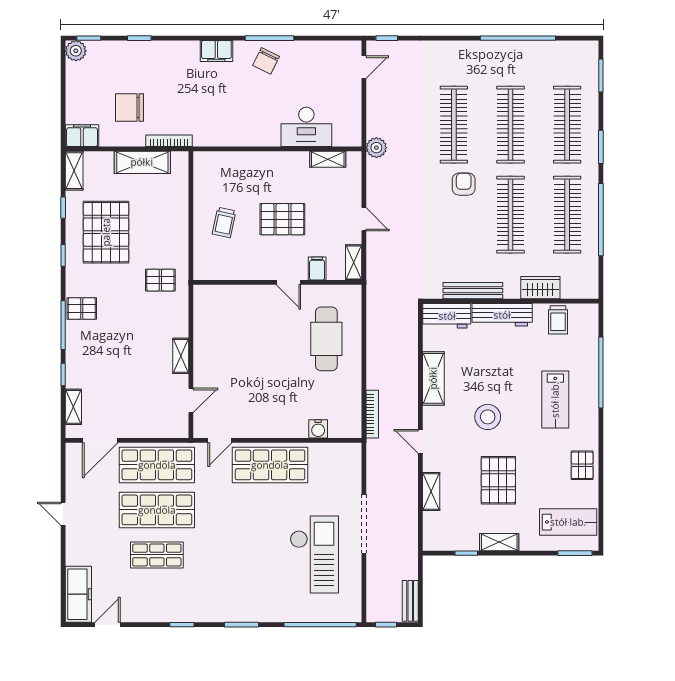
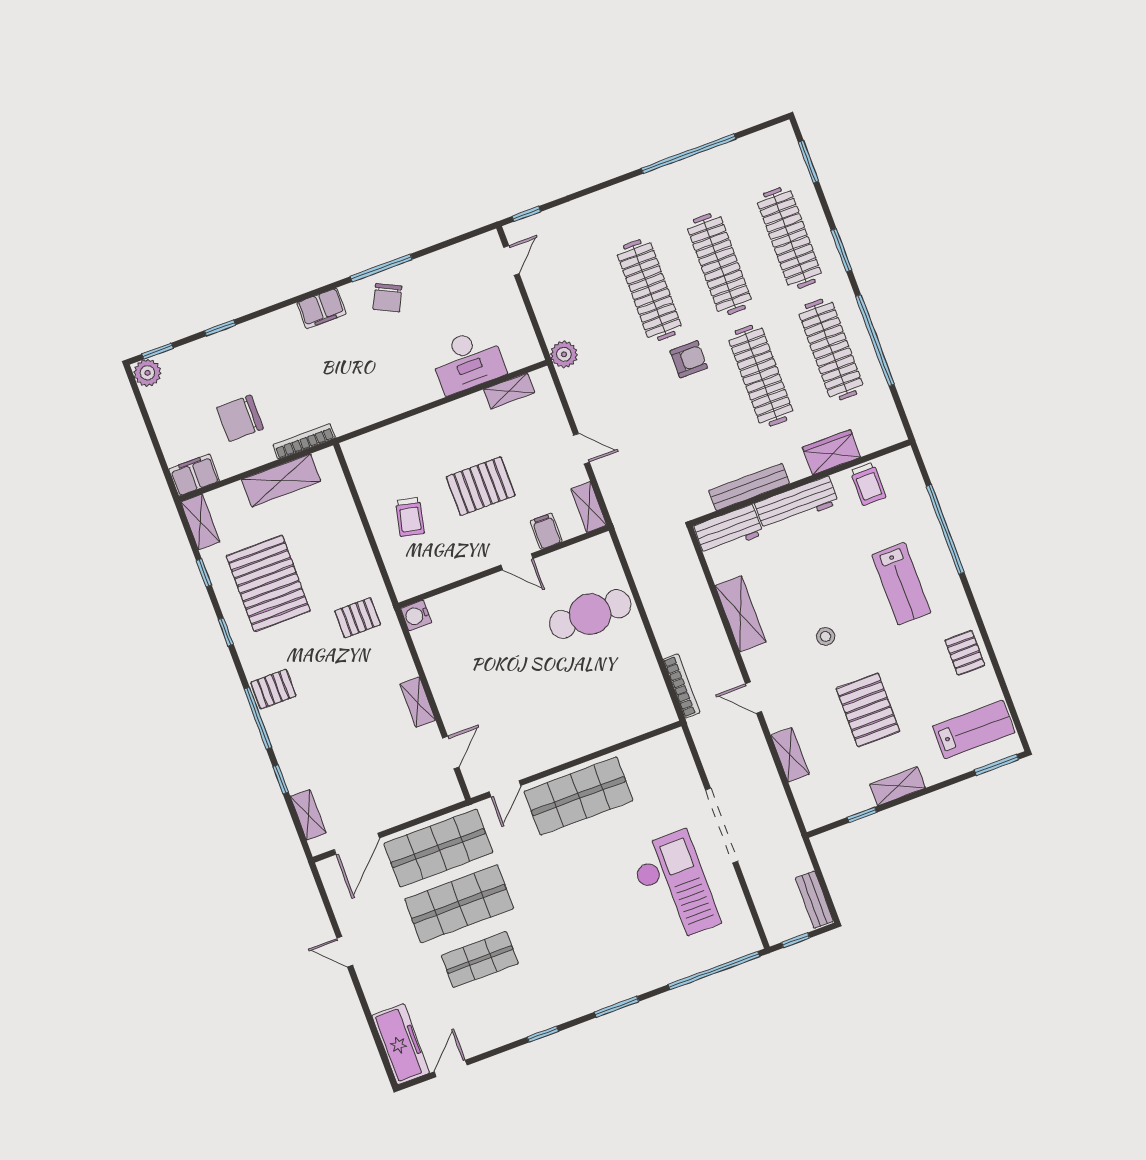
armchair: (464, 184) -> (689, 359), turned 90
cafe table: (326, 339) -> (590, 614), turned 90
stool: (488, 417) -> (826, 636), width x0.53, depth x0.53
water cooler: (318, 429) -> (416, 615), moved, turned 90

